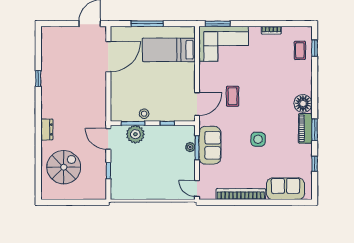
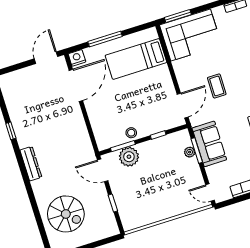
nightstand: (117, 32) -> (77, 58), added
dresser: (47, 129) -> (31, 164), moved, width x1.44
spiral stairs: (64, 167) -> (66, 214), turned 90

